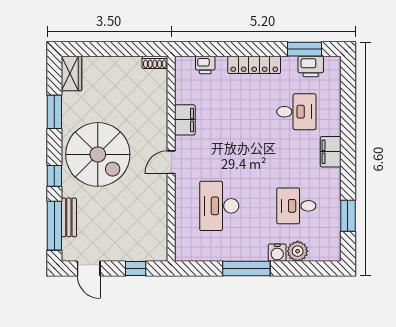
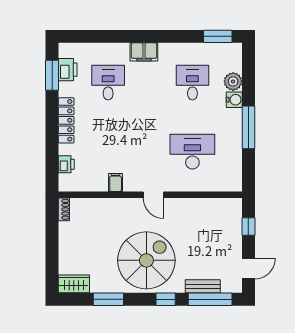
filing cabinet: (185, 120) -> (116, 182), width x0.50
desk: (219, 206) -> (192, 152), turned 180
desk: (296, 206) -> (192, 83), turned 180
window: (348, 216) -> (218, 36), moved

